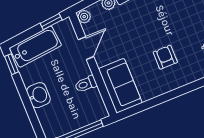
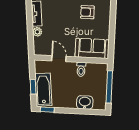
plant: (84, 17) -> (39, 51), removed
window: (51, 22) -> (33, 87), moved
washbasin: (38, 95) -> (85, 102), moved

